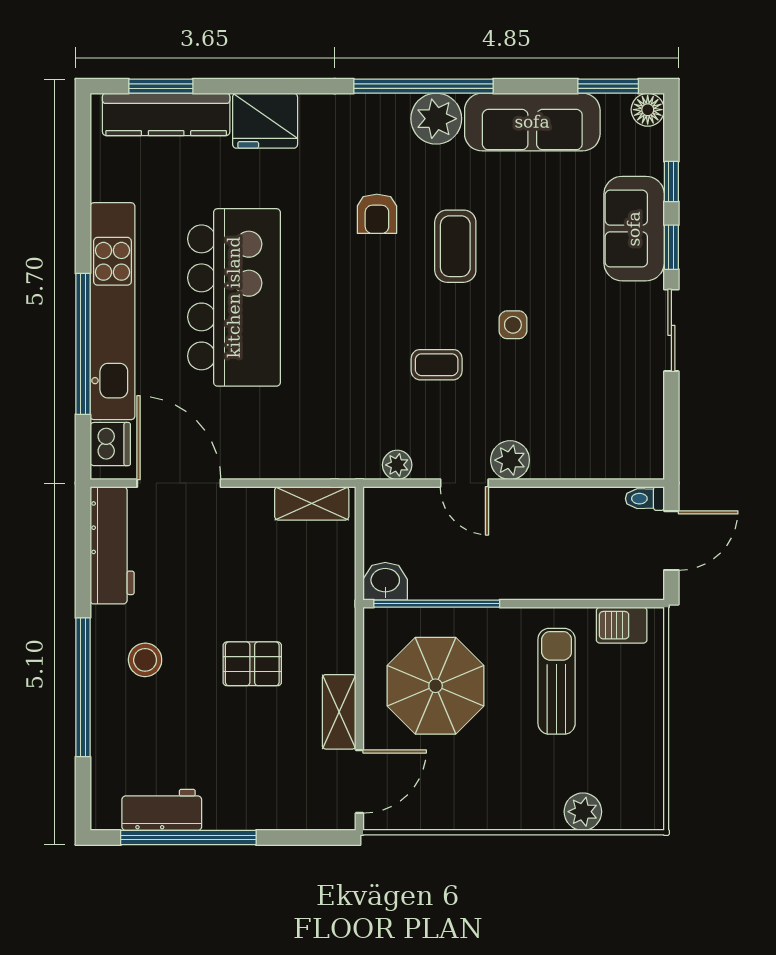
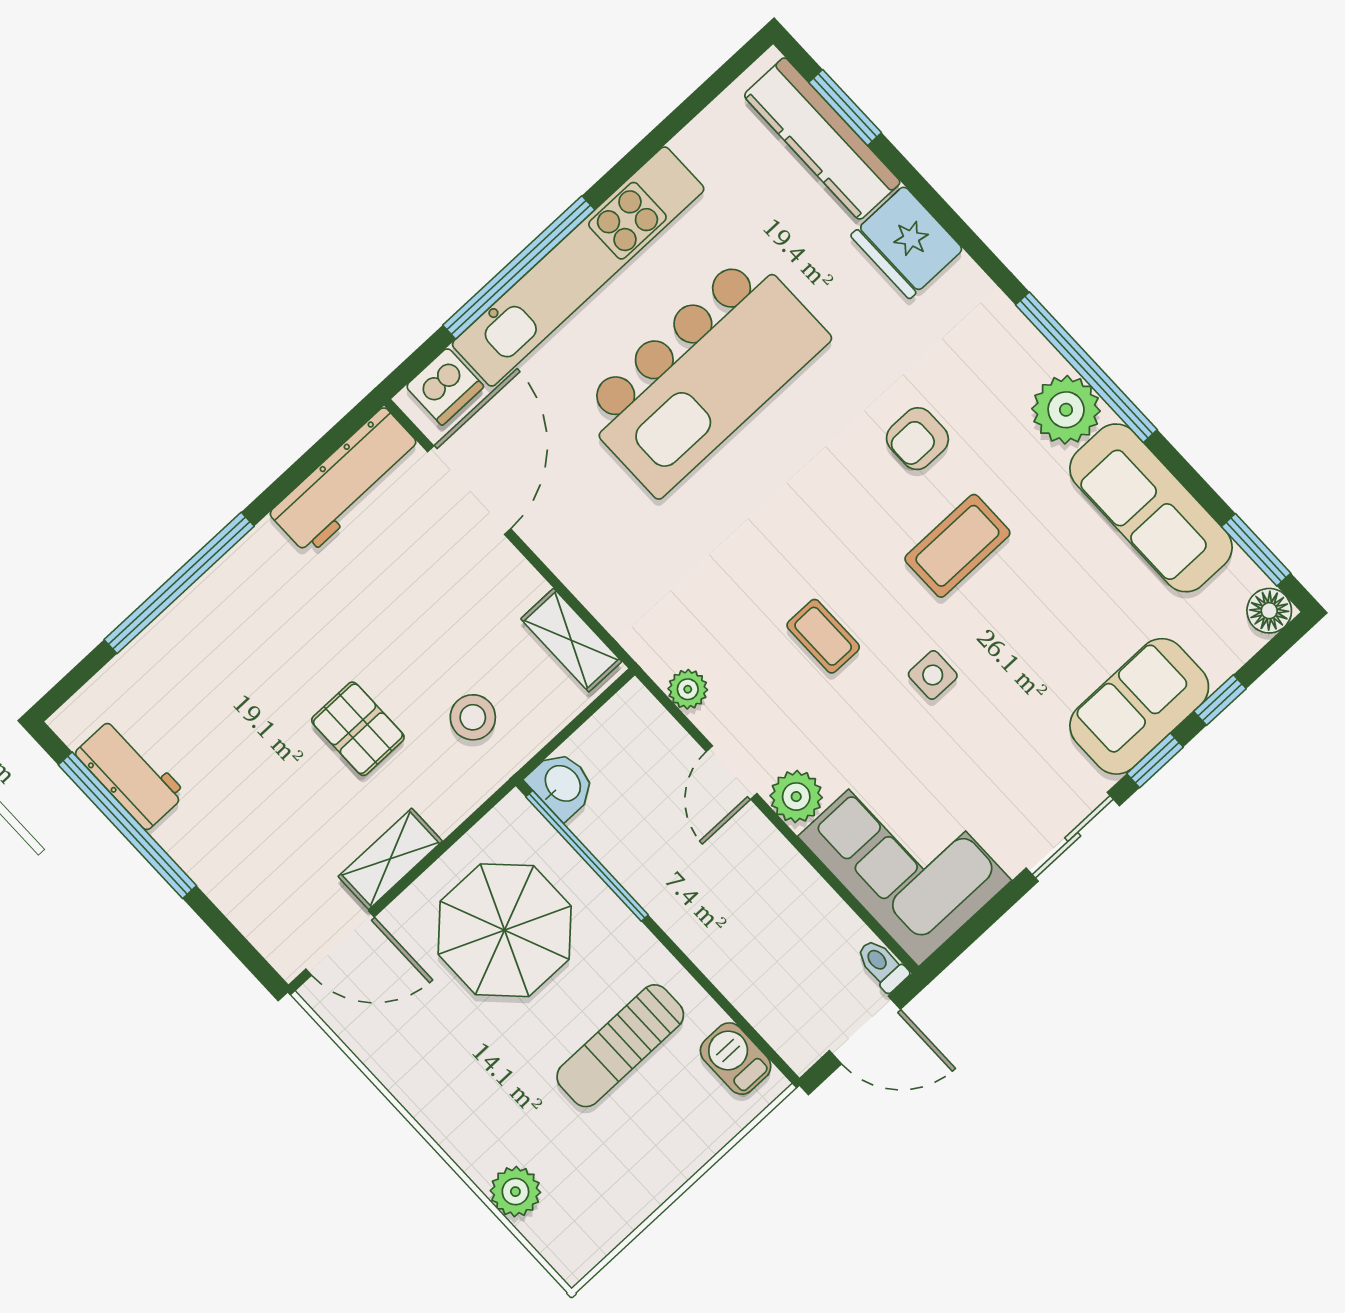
corner sofa: (598, 432) -> (905, 858), added
stool: (145, 660) -> (473, 717), moved
sun lounger: (557, 681) -> (620, 1046), turned 180

